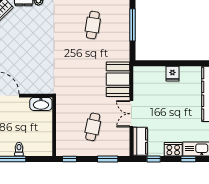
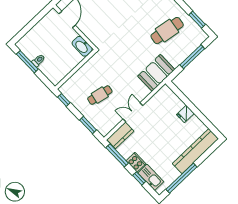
cafe table: (93, 25) -> (167, 31), width x1.37, depth x1.35
booth: (118, 79) -> (156, 73), moved
window: (154, 159) -> (117, 155), width x2.17

